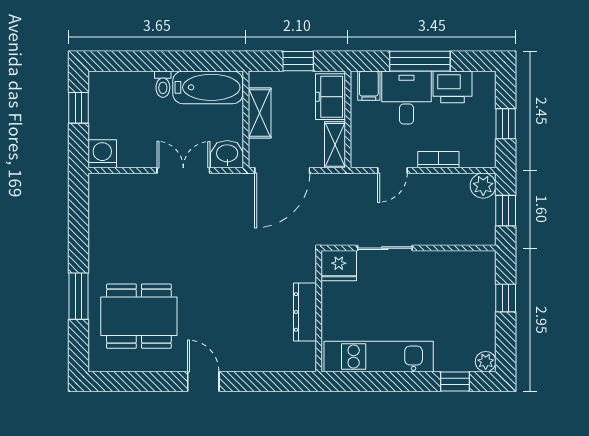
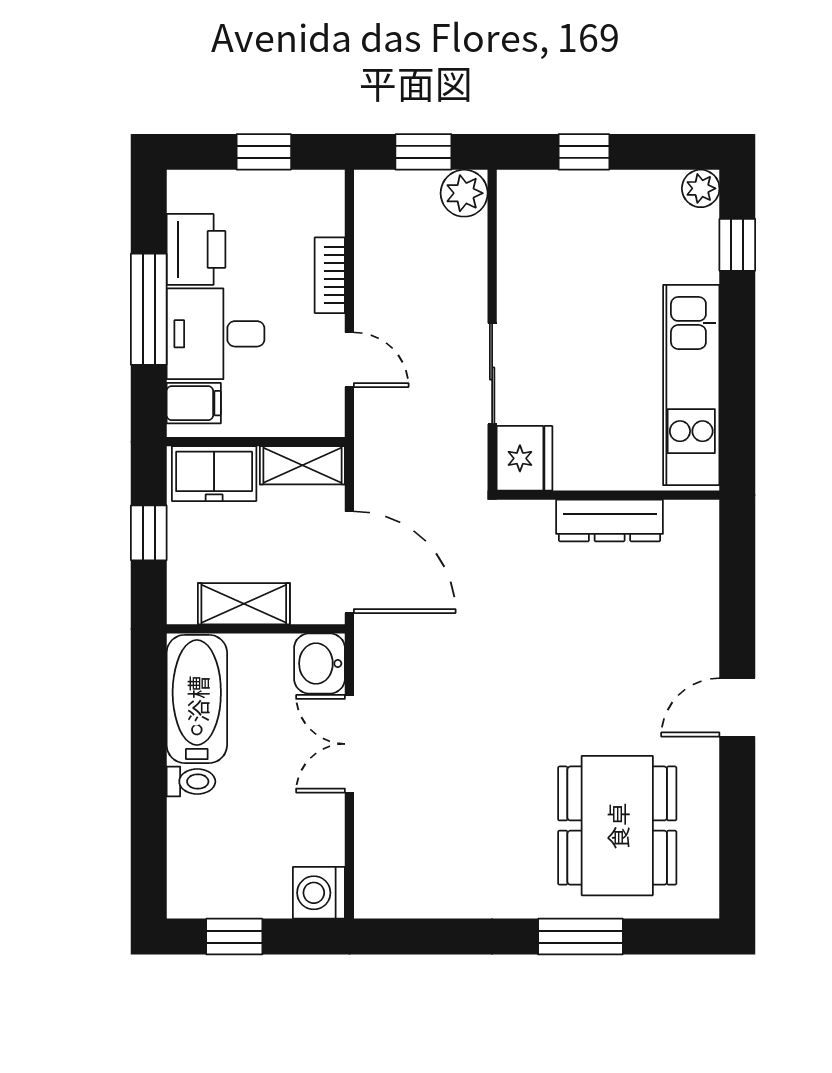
plant: (483, 186) -> (464, 193), moved

